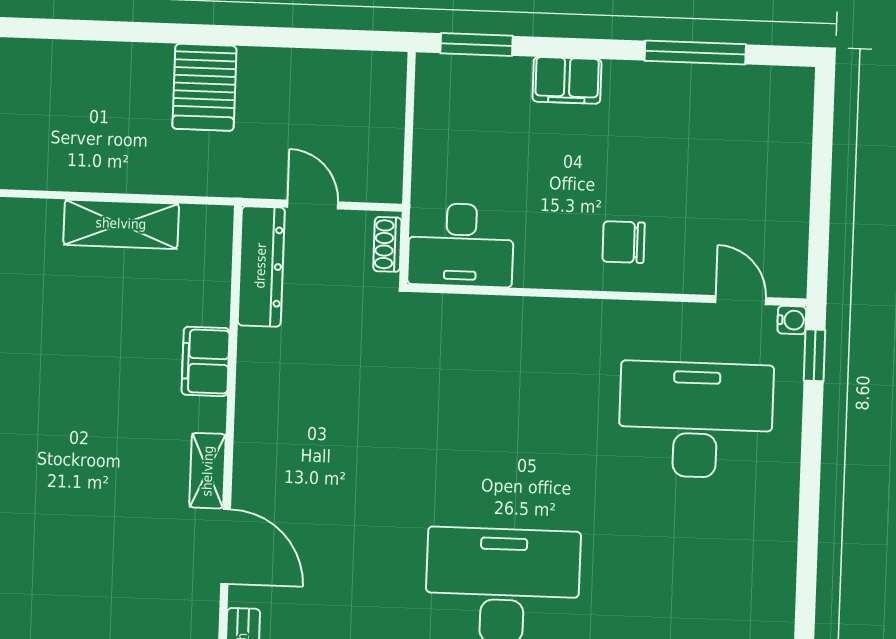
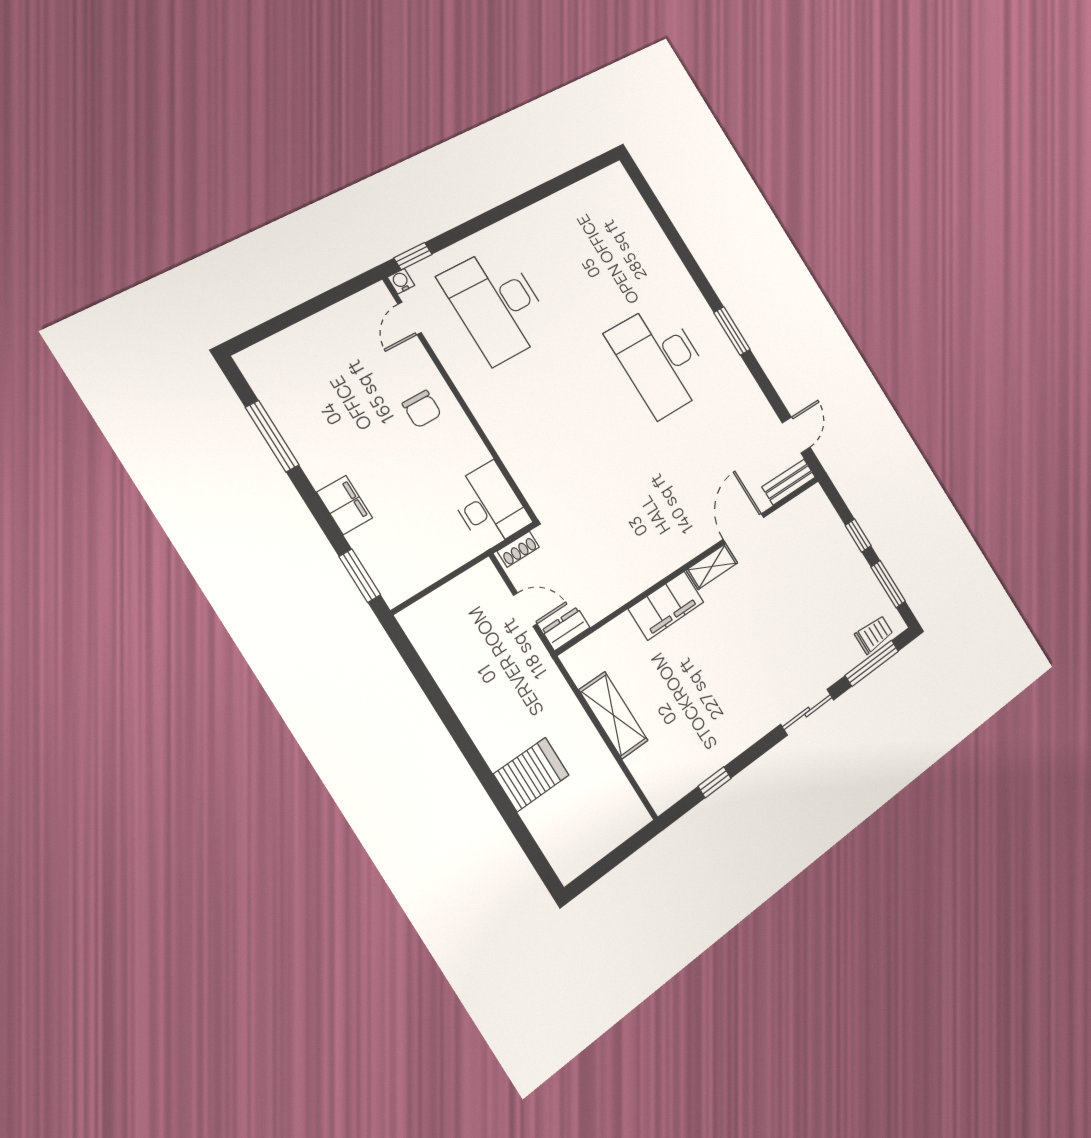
server rack: (204, 87) -> (531, 774), moved
door: (313, 204) -> (525, 610), swing flipped
dresser: (261, 266) -> (566, 629), width x0.51, depth x0.80
filing cabinet: (206, 361) -> (666, 606), width x1.50, depth x1.17

